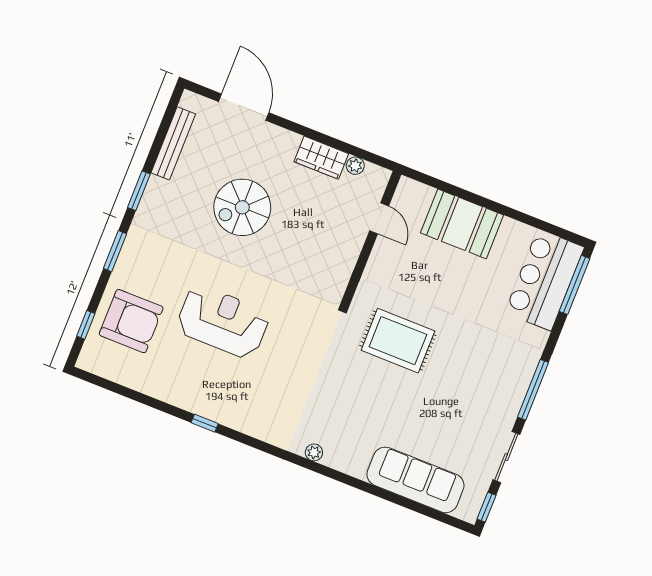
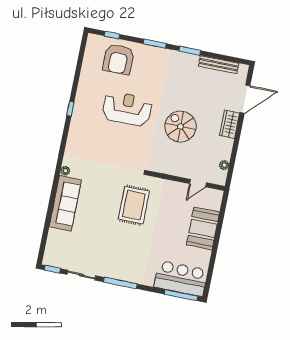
wardrobe: (321, 158) -> (230, 124), moved
spiral stairs: (242, 207) -> (180, 127), moved
reception desk: (223, 322) -> (127, 109), turned -90
sofa: (415, 480) -> (65, 203), moved

